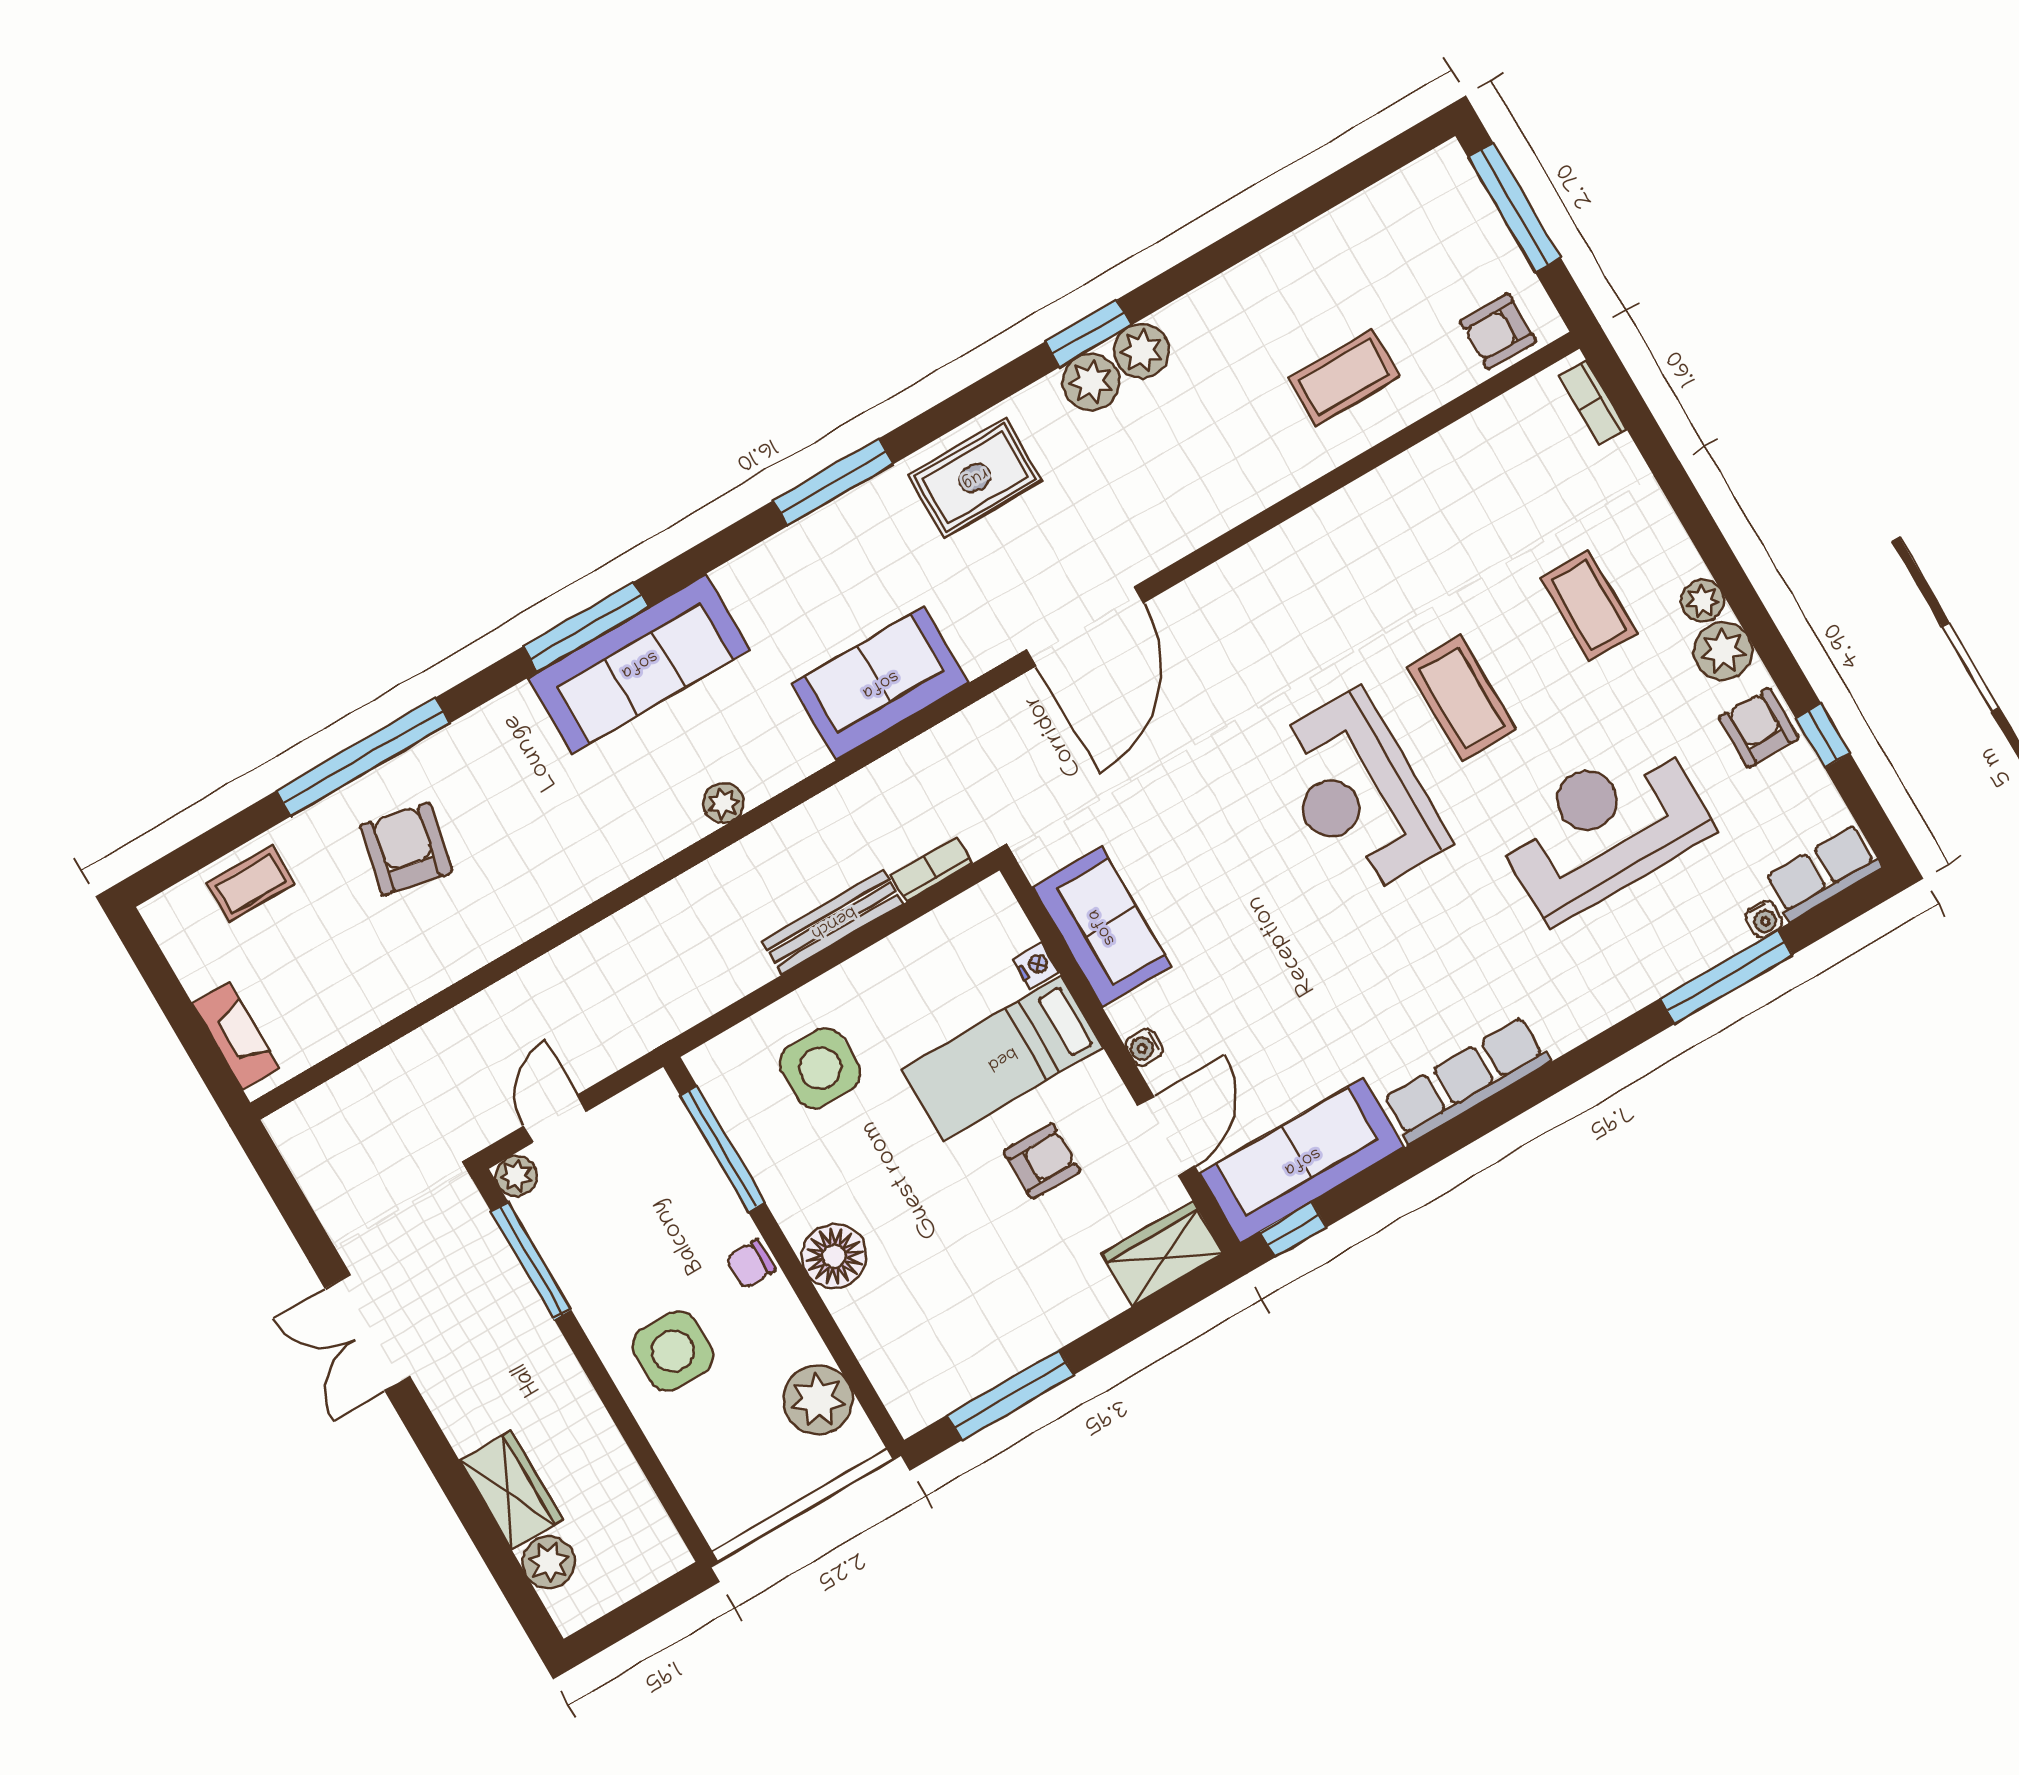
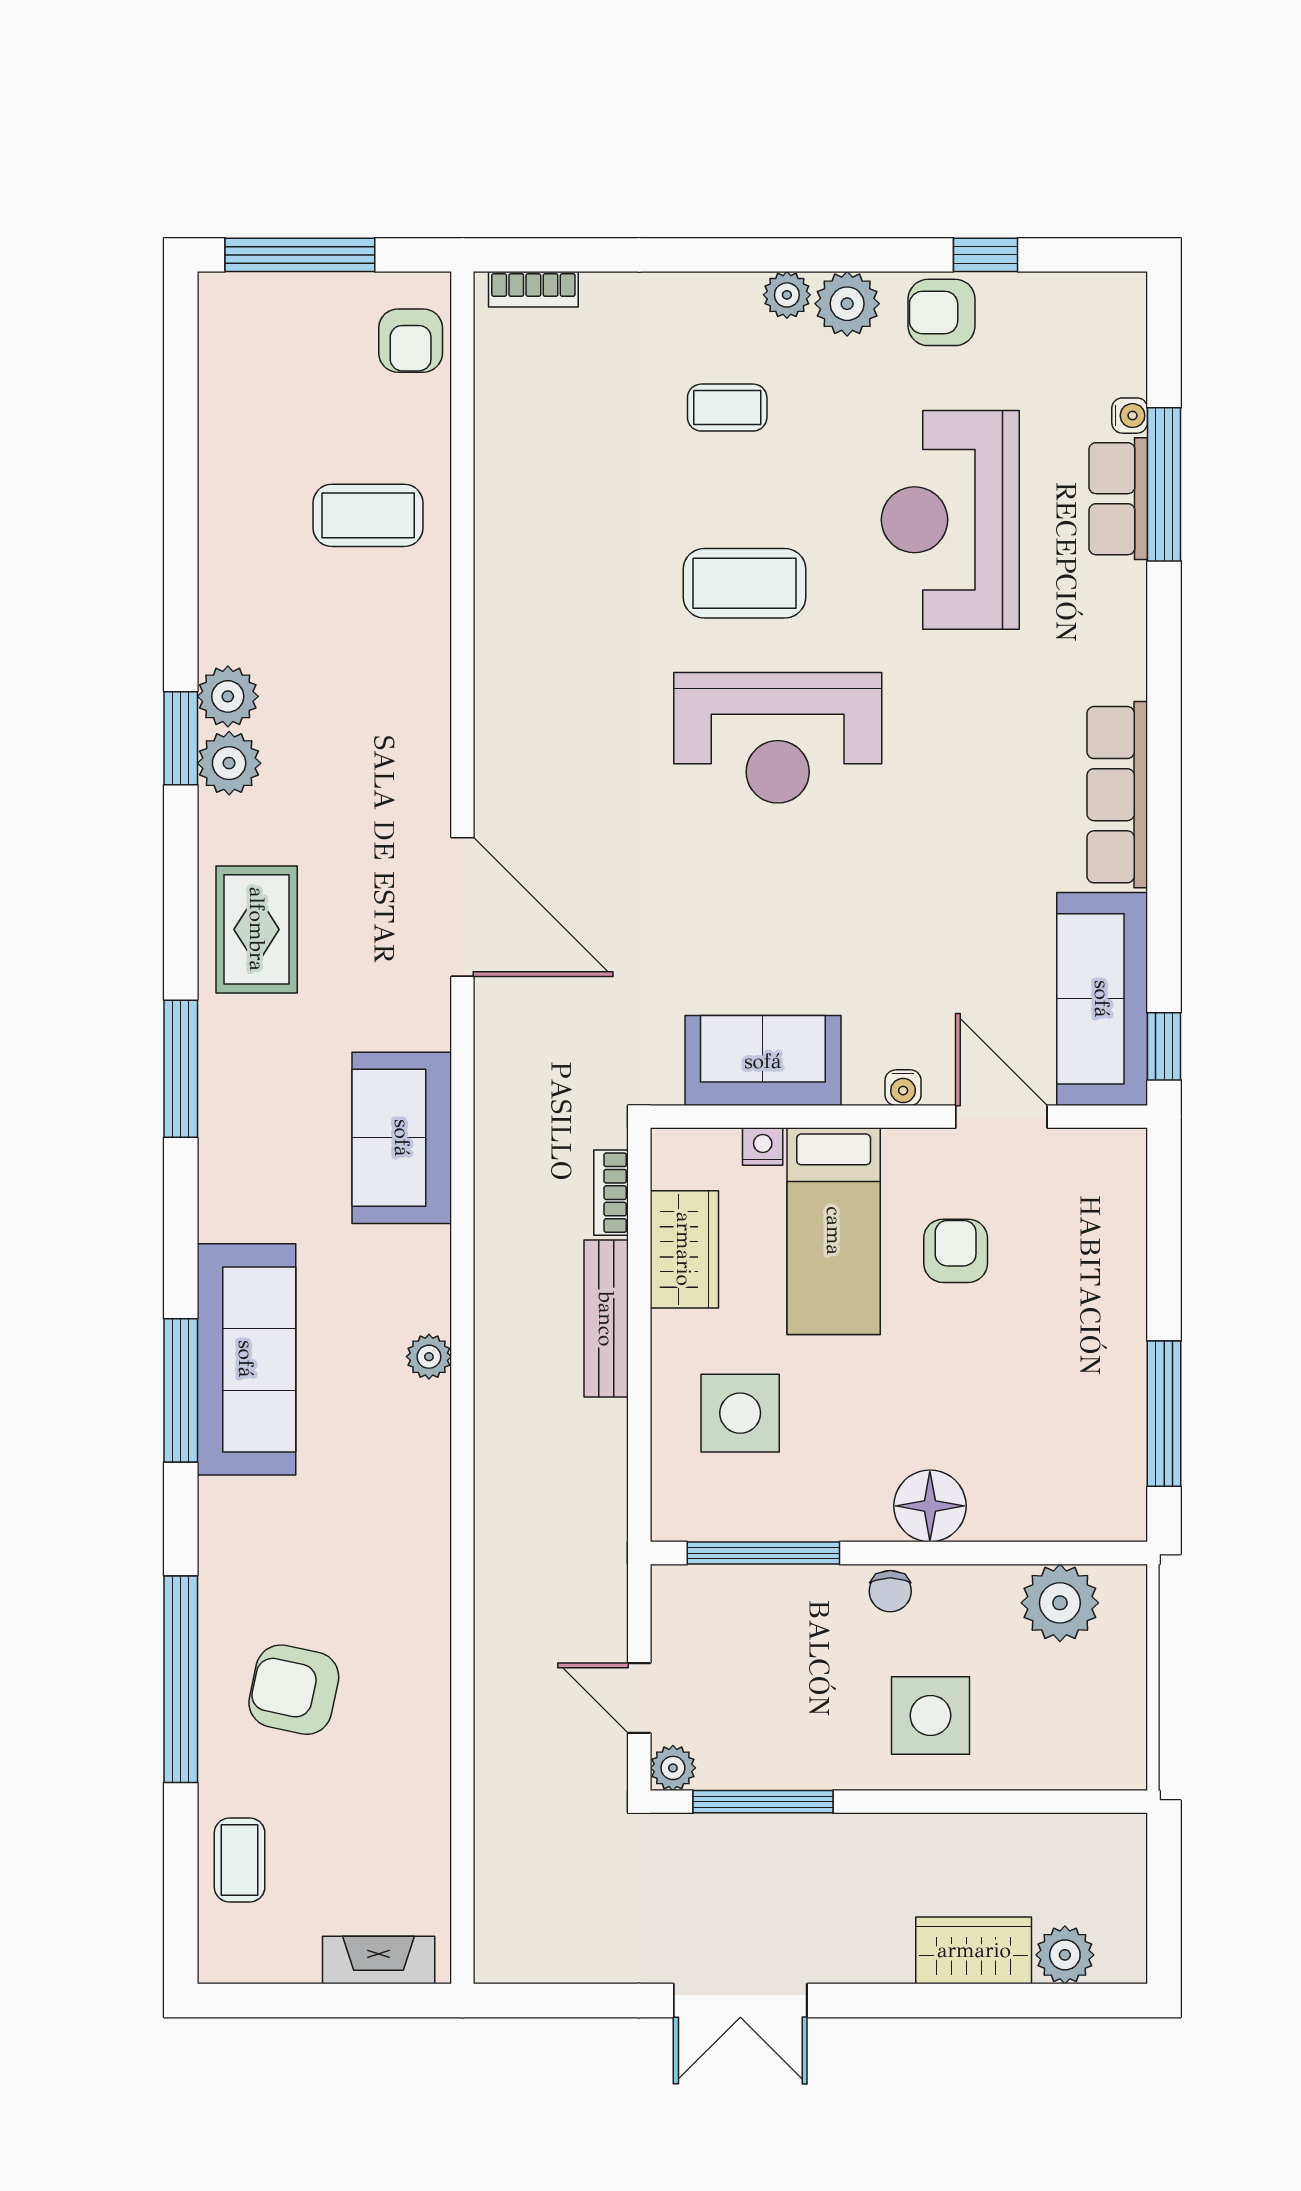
coffee table: (1344, 377) -> (368, 515), turned 90
coffee table: (1589, 605) -> (727, 408), width x0.73, depth x0.77
row of seats: (1823, 873) -> (1118, 499), moved
wardrobe: (1163, 1254) -> (684, 1249), moved, turned 180

